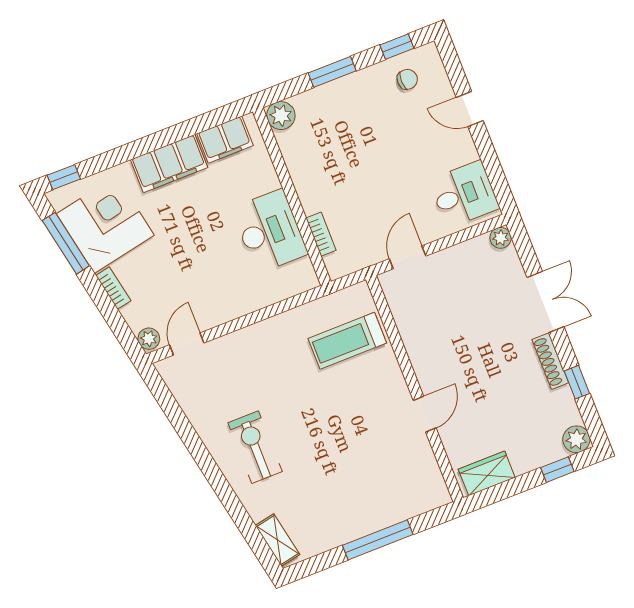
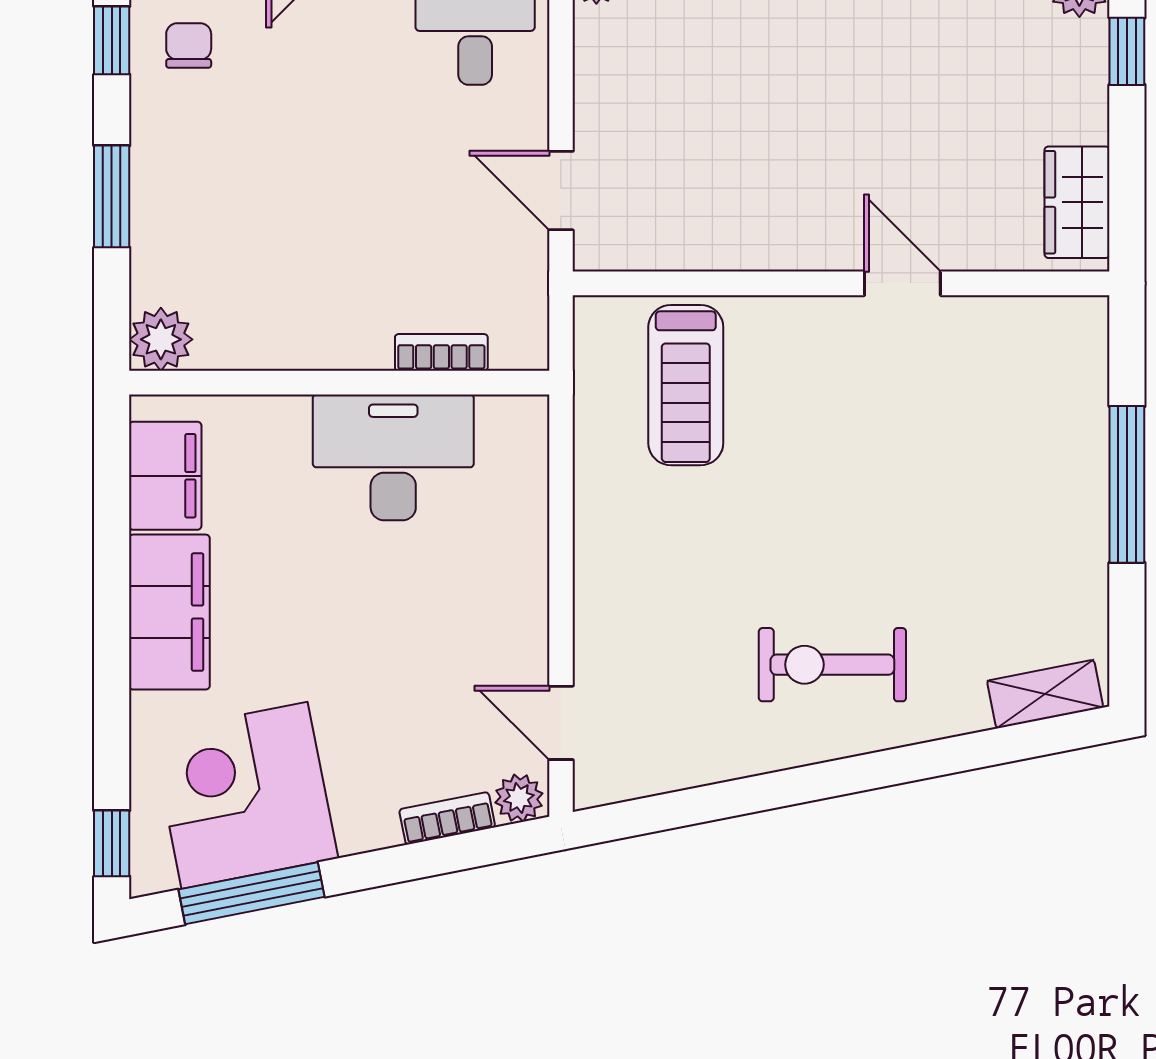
bookcase: (113, 288) -> (447, 818), moved

